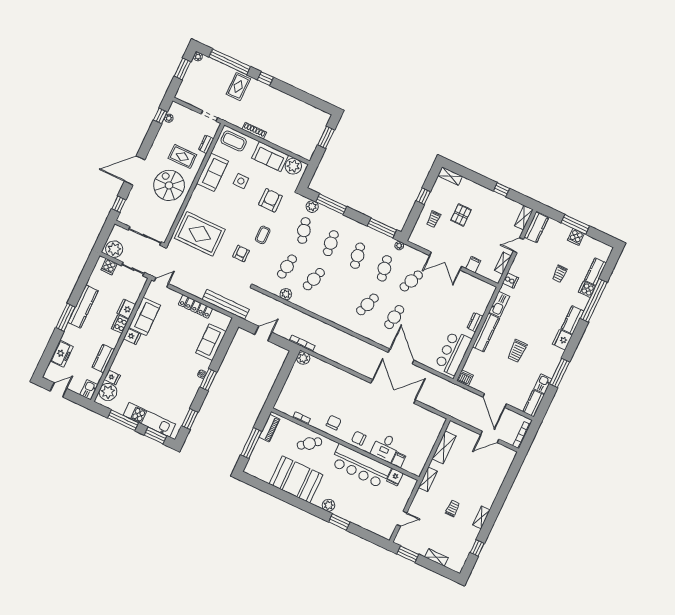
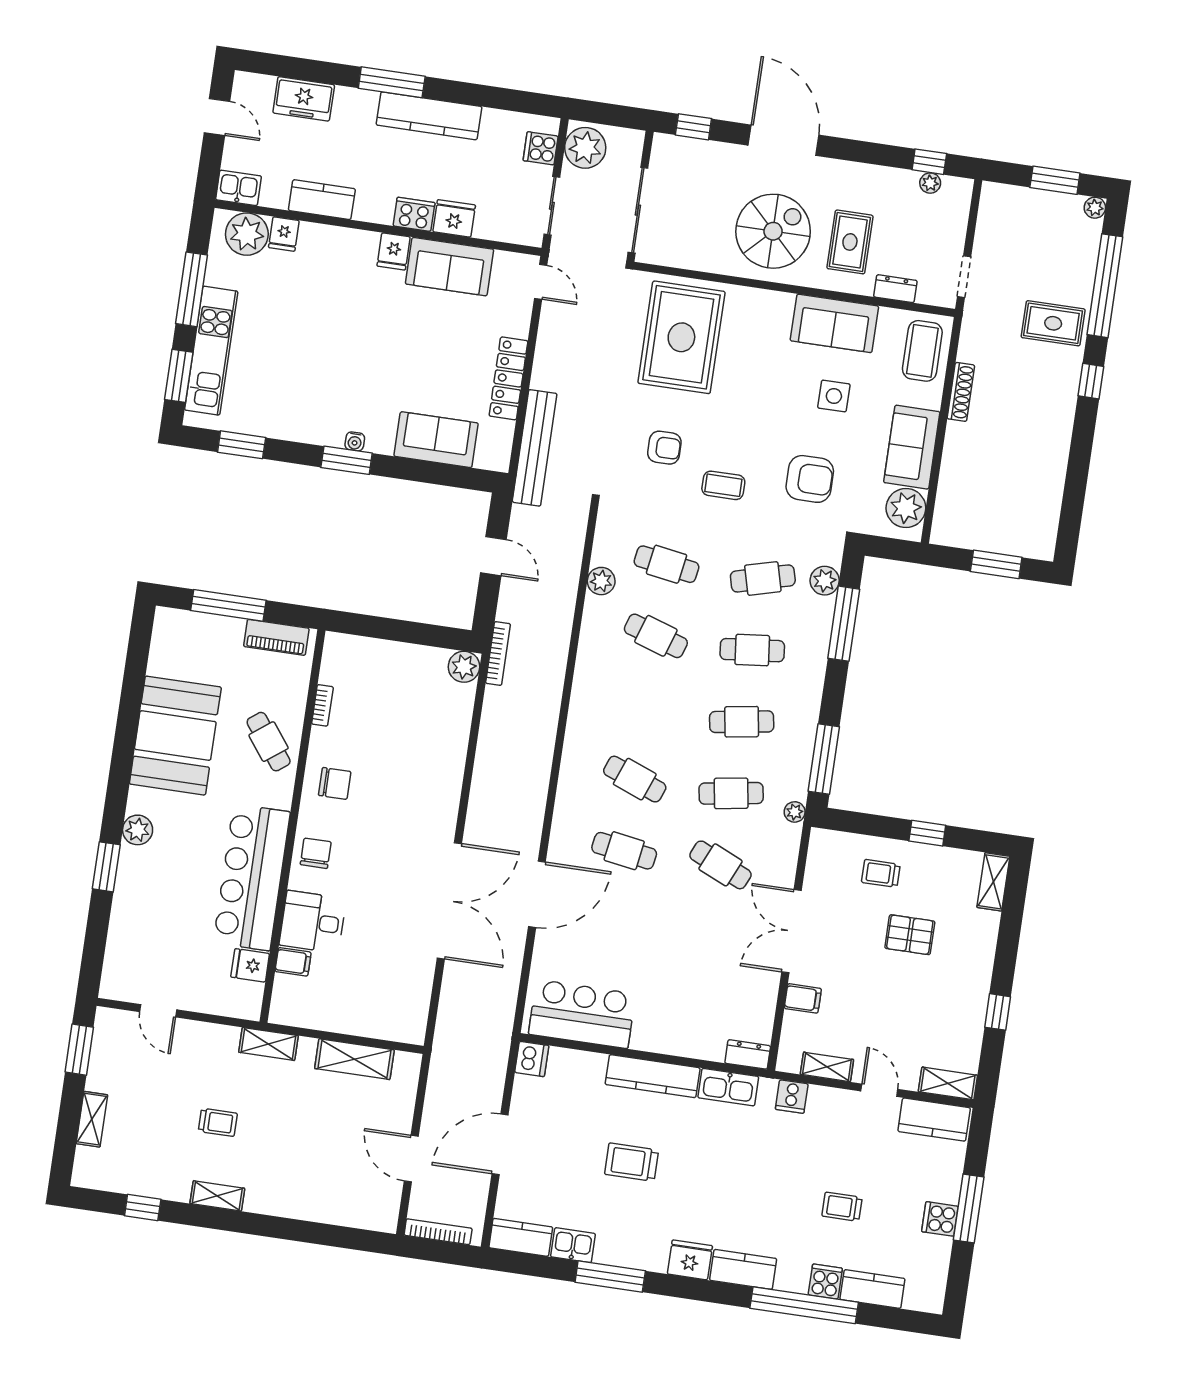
dresser: (475, 322) -> (748, 1054), moved

